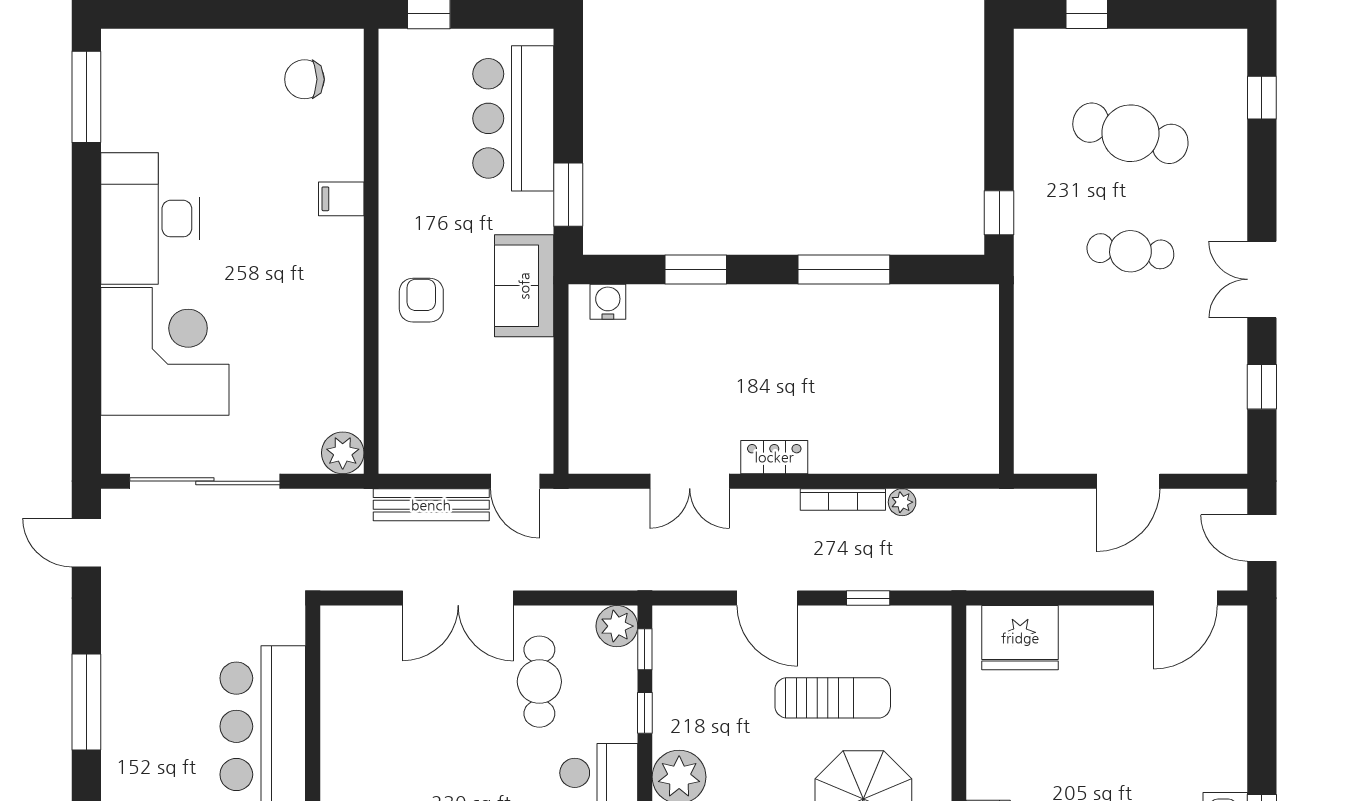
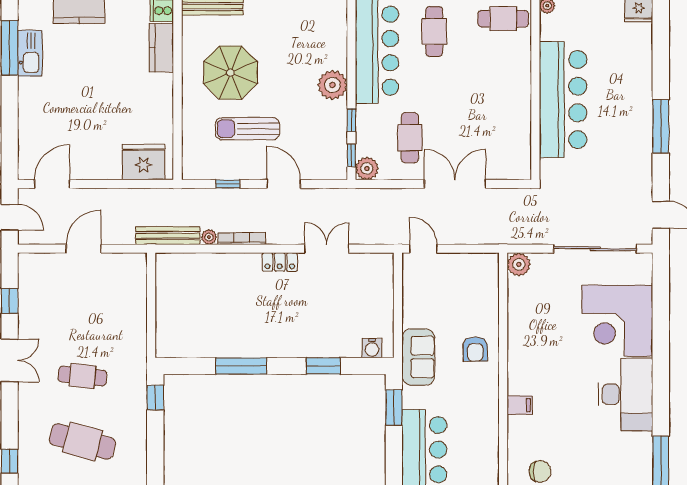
bench: (431, 505) -> (168, 236), moved

